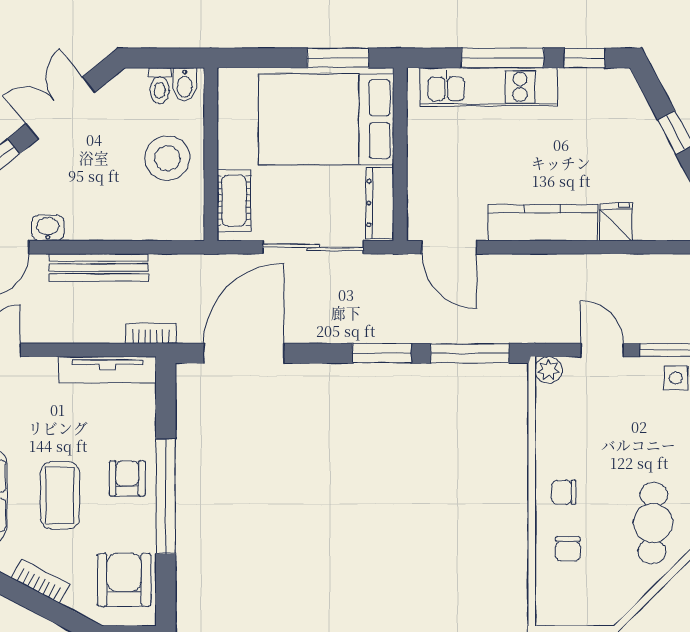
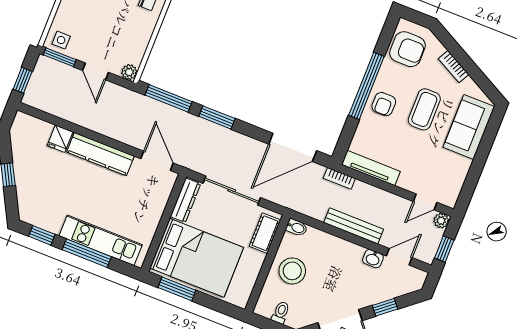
bidet: (185, 84) -> (297, 227), moved, turned 90
armchair: (124, 580) -> (407, 49), turned -90

